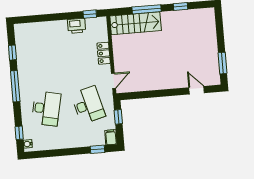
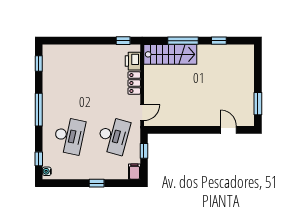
printer: (77, 26) -> (133, 61), moved, turned 90
window: (12, 53) -> (39, 63), moved
desk: (88, 105) -> (113, 136), turned 30
window: (97, 149) -> (97, 183), moved

